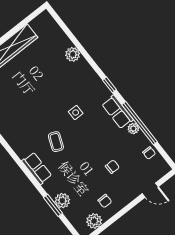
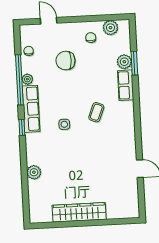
row of seats: (117, 112) -> (31, 109), width x1.48
chair: (112, 167) -> (65, 61), width x1.87, depth x1.87
row of seats: (37, 168) -> (126, 85), moved

